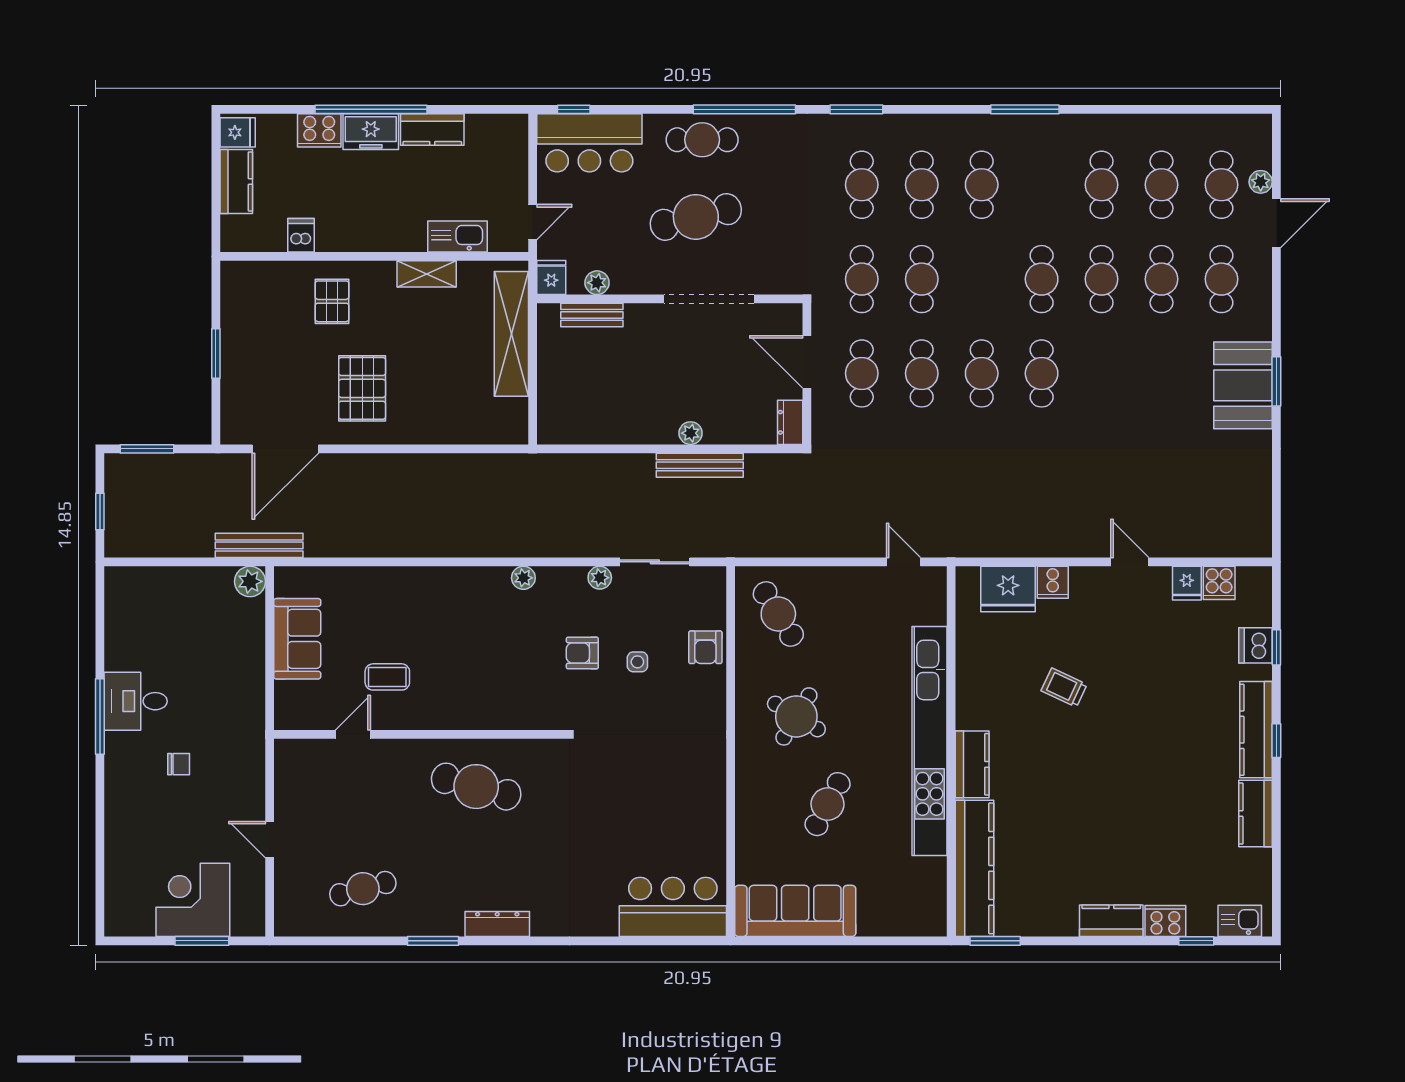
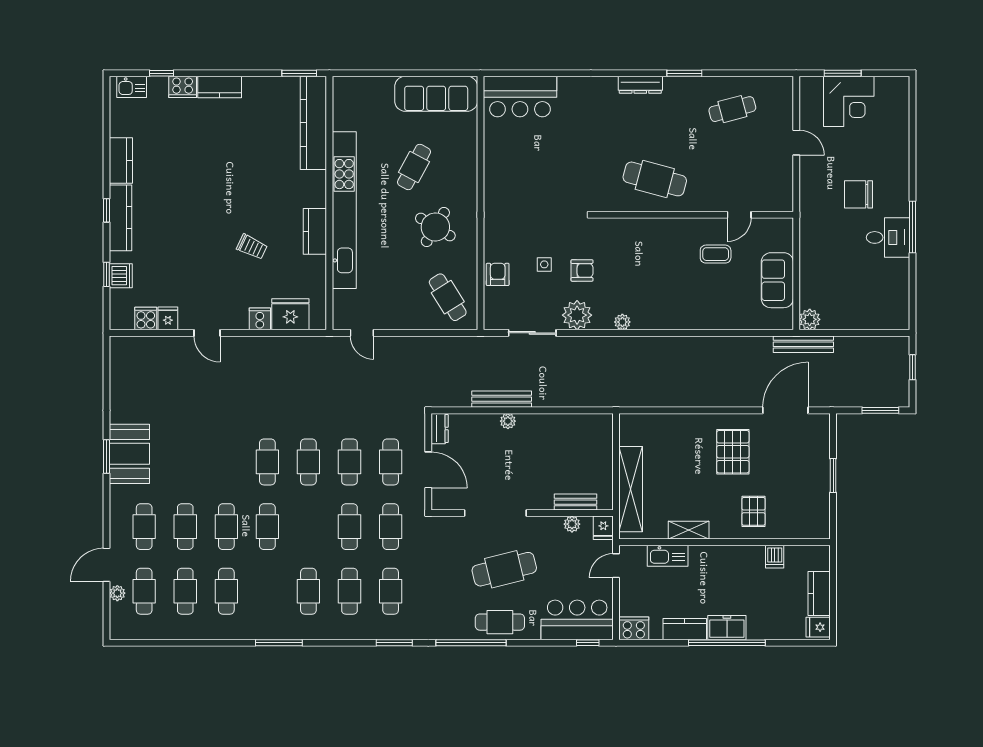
cooker: (319, 130) -> (634, 628), moved
plant: (600, 578) -> (577, 315), width x1.88, depth x1.88
chair: (179, 764) -> (859, 194), width x1.87, depth x1.87
kitchen counter: (972, 764) -> (315, 231), moved

